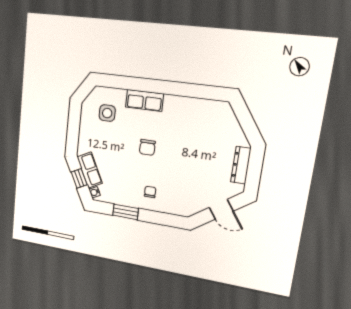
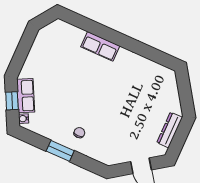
side table: (107, 113) -> (61, 47), removed
chair: (147, 147) -> (90, 90), removed
window: (126, 212) -> (60, 151), moved

